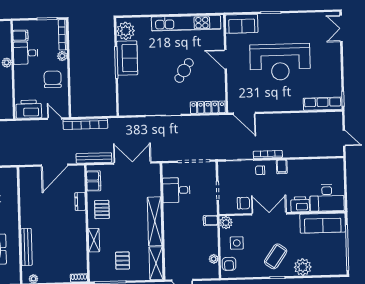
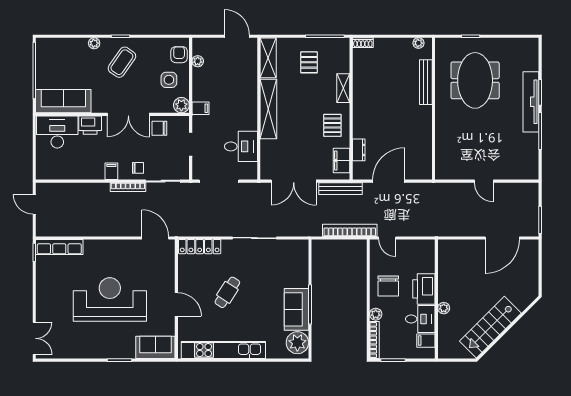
printer: (29, 109) -> (424, 289), moved, turned 90
dresser: (80, 201) -> (359, 150), moved
plant: (303, 267) -> (94, 43), width x0.53, depth x0.53

